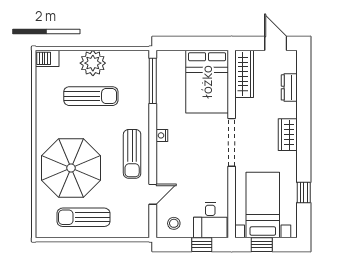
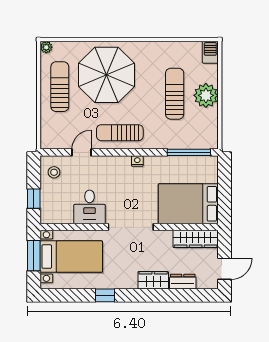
sun lounger: (91, 96) -> (175, 94), turned 180
wardrobe: (288, 135) -> (153, 280), moved
window: (304, 192) -> (105, 295), moved
door: (153, 194) -> (82, 152), swing flipped
desk: (210, 220) -> (90, 207), moved, turned -90
plant: (42, 232) -> (46, 47), added
window: (262, 245) -> (34, 256), width x1.50

